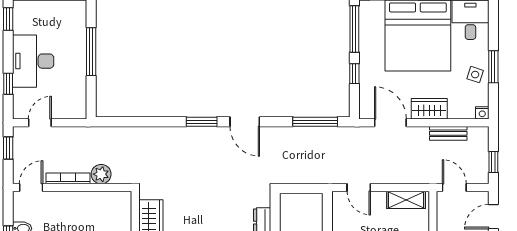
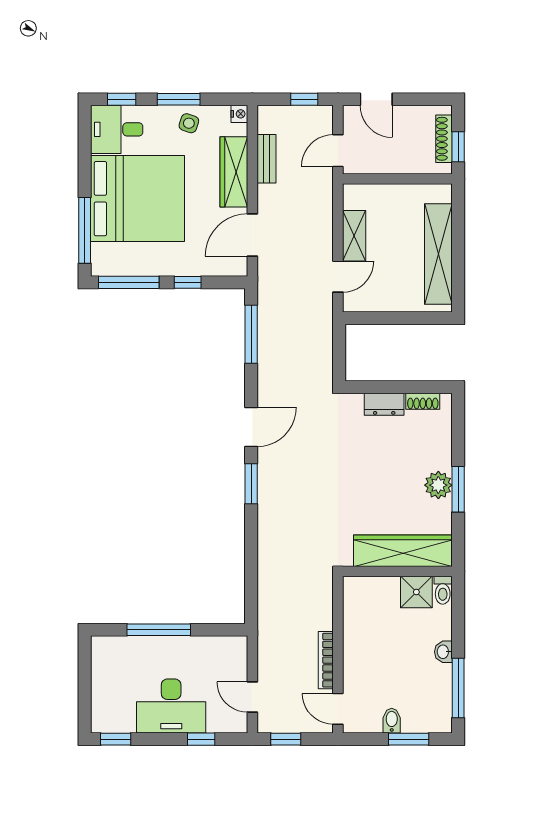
window: (493, 24) -> (122, 99), added
wardrobe: (429, 109) -> (234, 172), width x1.50
plant: (101, 174) -> (320, 616), removed
shelving: (406, 200) -> (354, 236), moved

